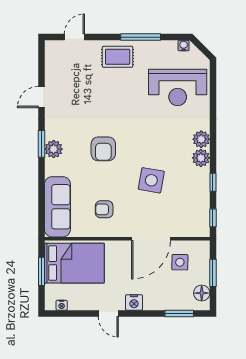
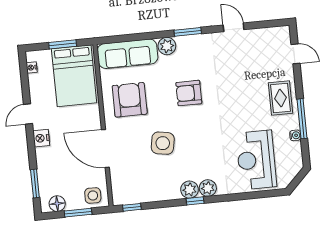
water cooler: (184, 46) -> (295, 135), moved
plant: (54, 149) -> (167, 46), moved
window: (213, 182) -> (195, 201), moved
armchair: (104, 209) -> (130, 100), width x1.88, depth x1.88
side table: (180, 262) -> (93, 195), moved

